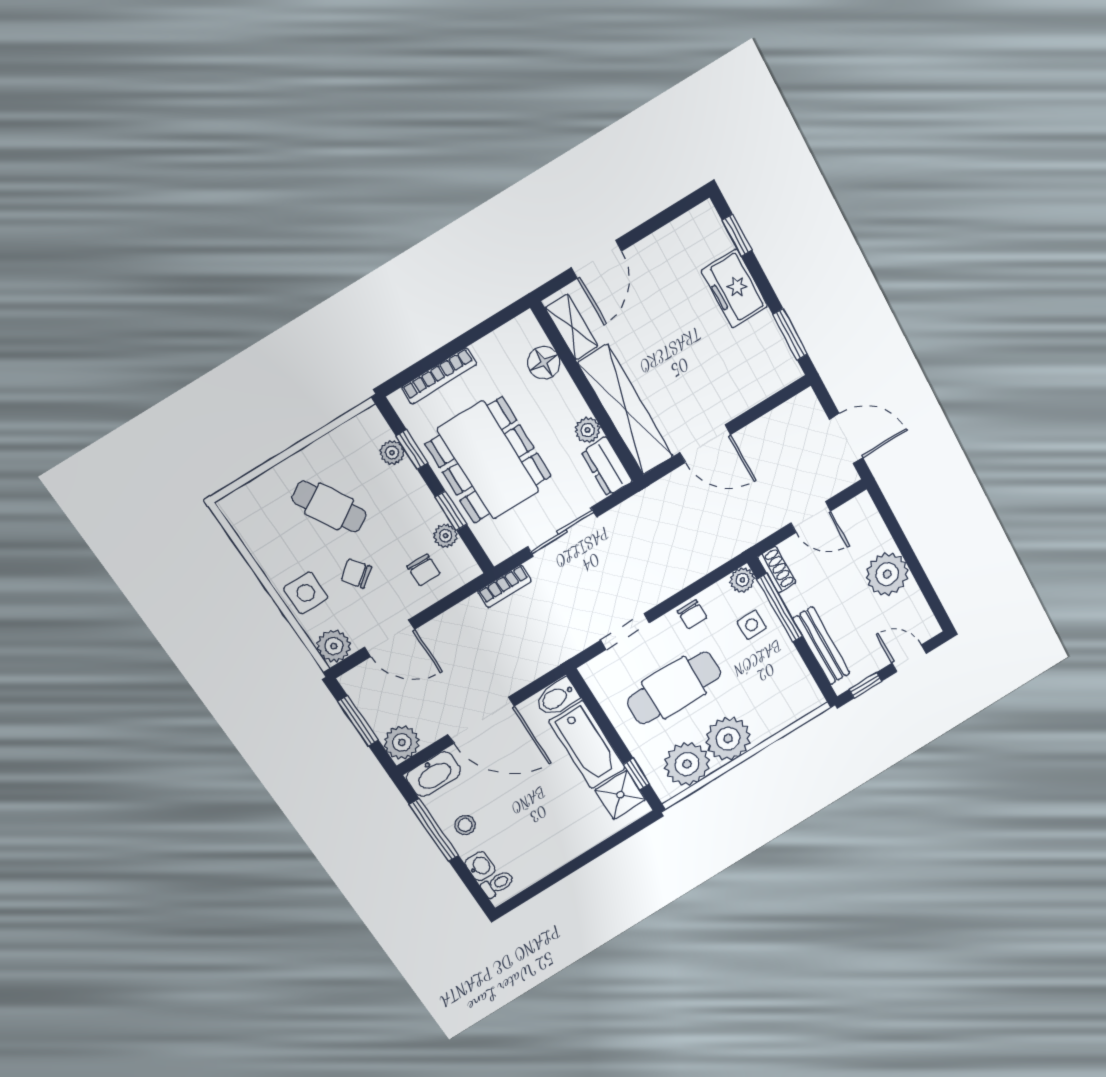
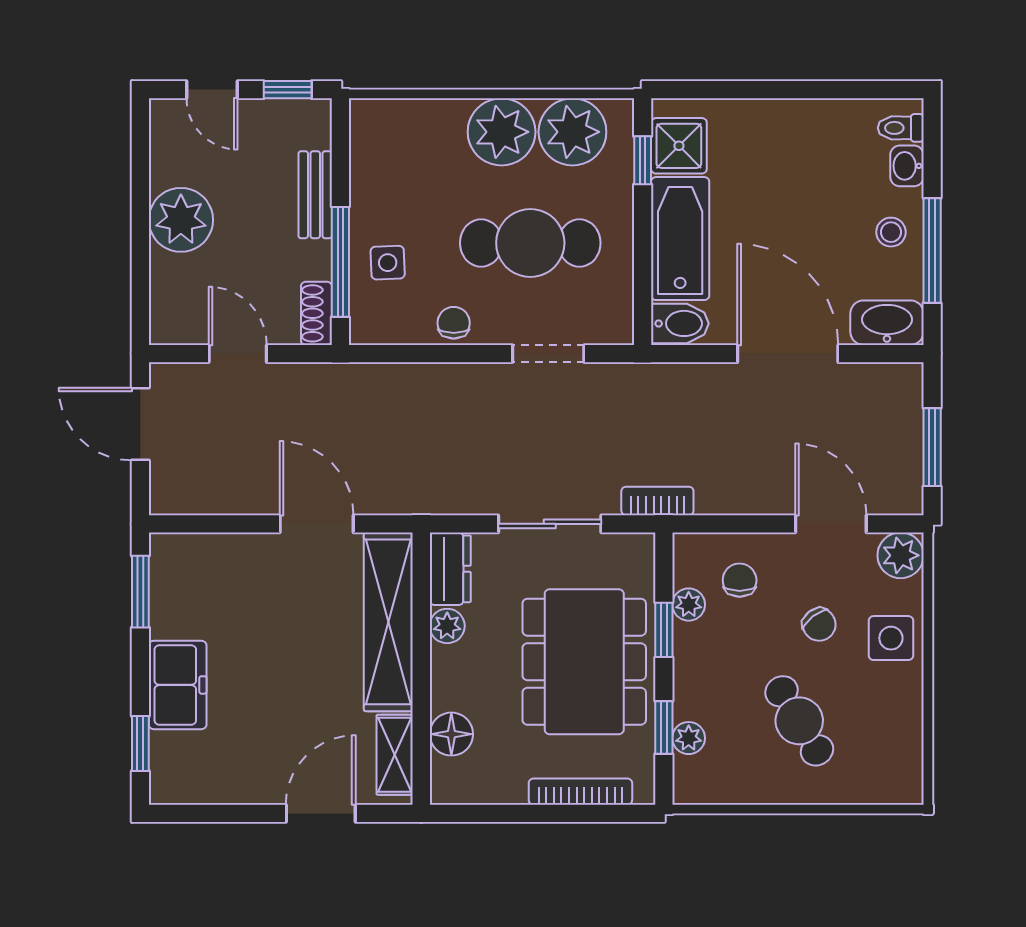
plant: (742, 580) -> (367, 327), removed
bench: (821, 646) -> (315, 195), width x0.73
plant: (402, 743) -> (899, 387), removed

